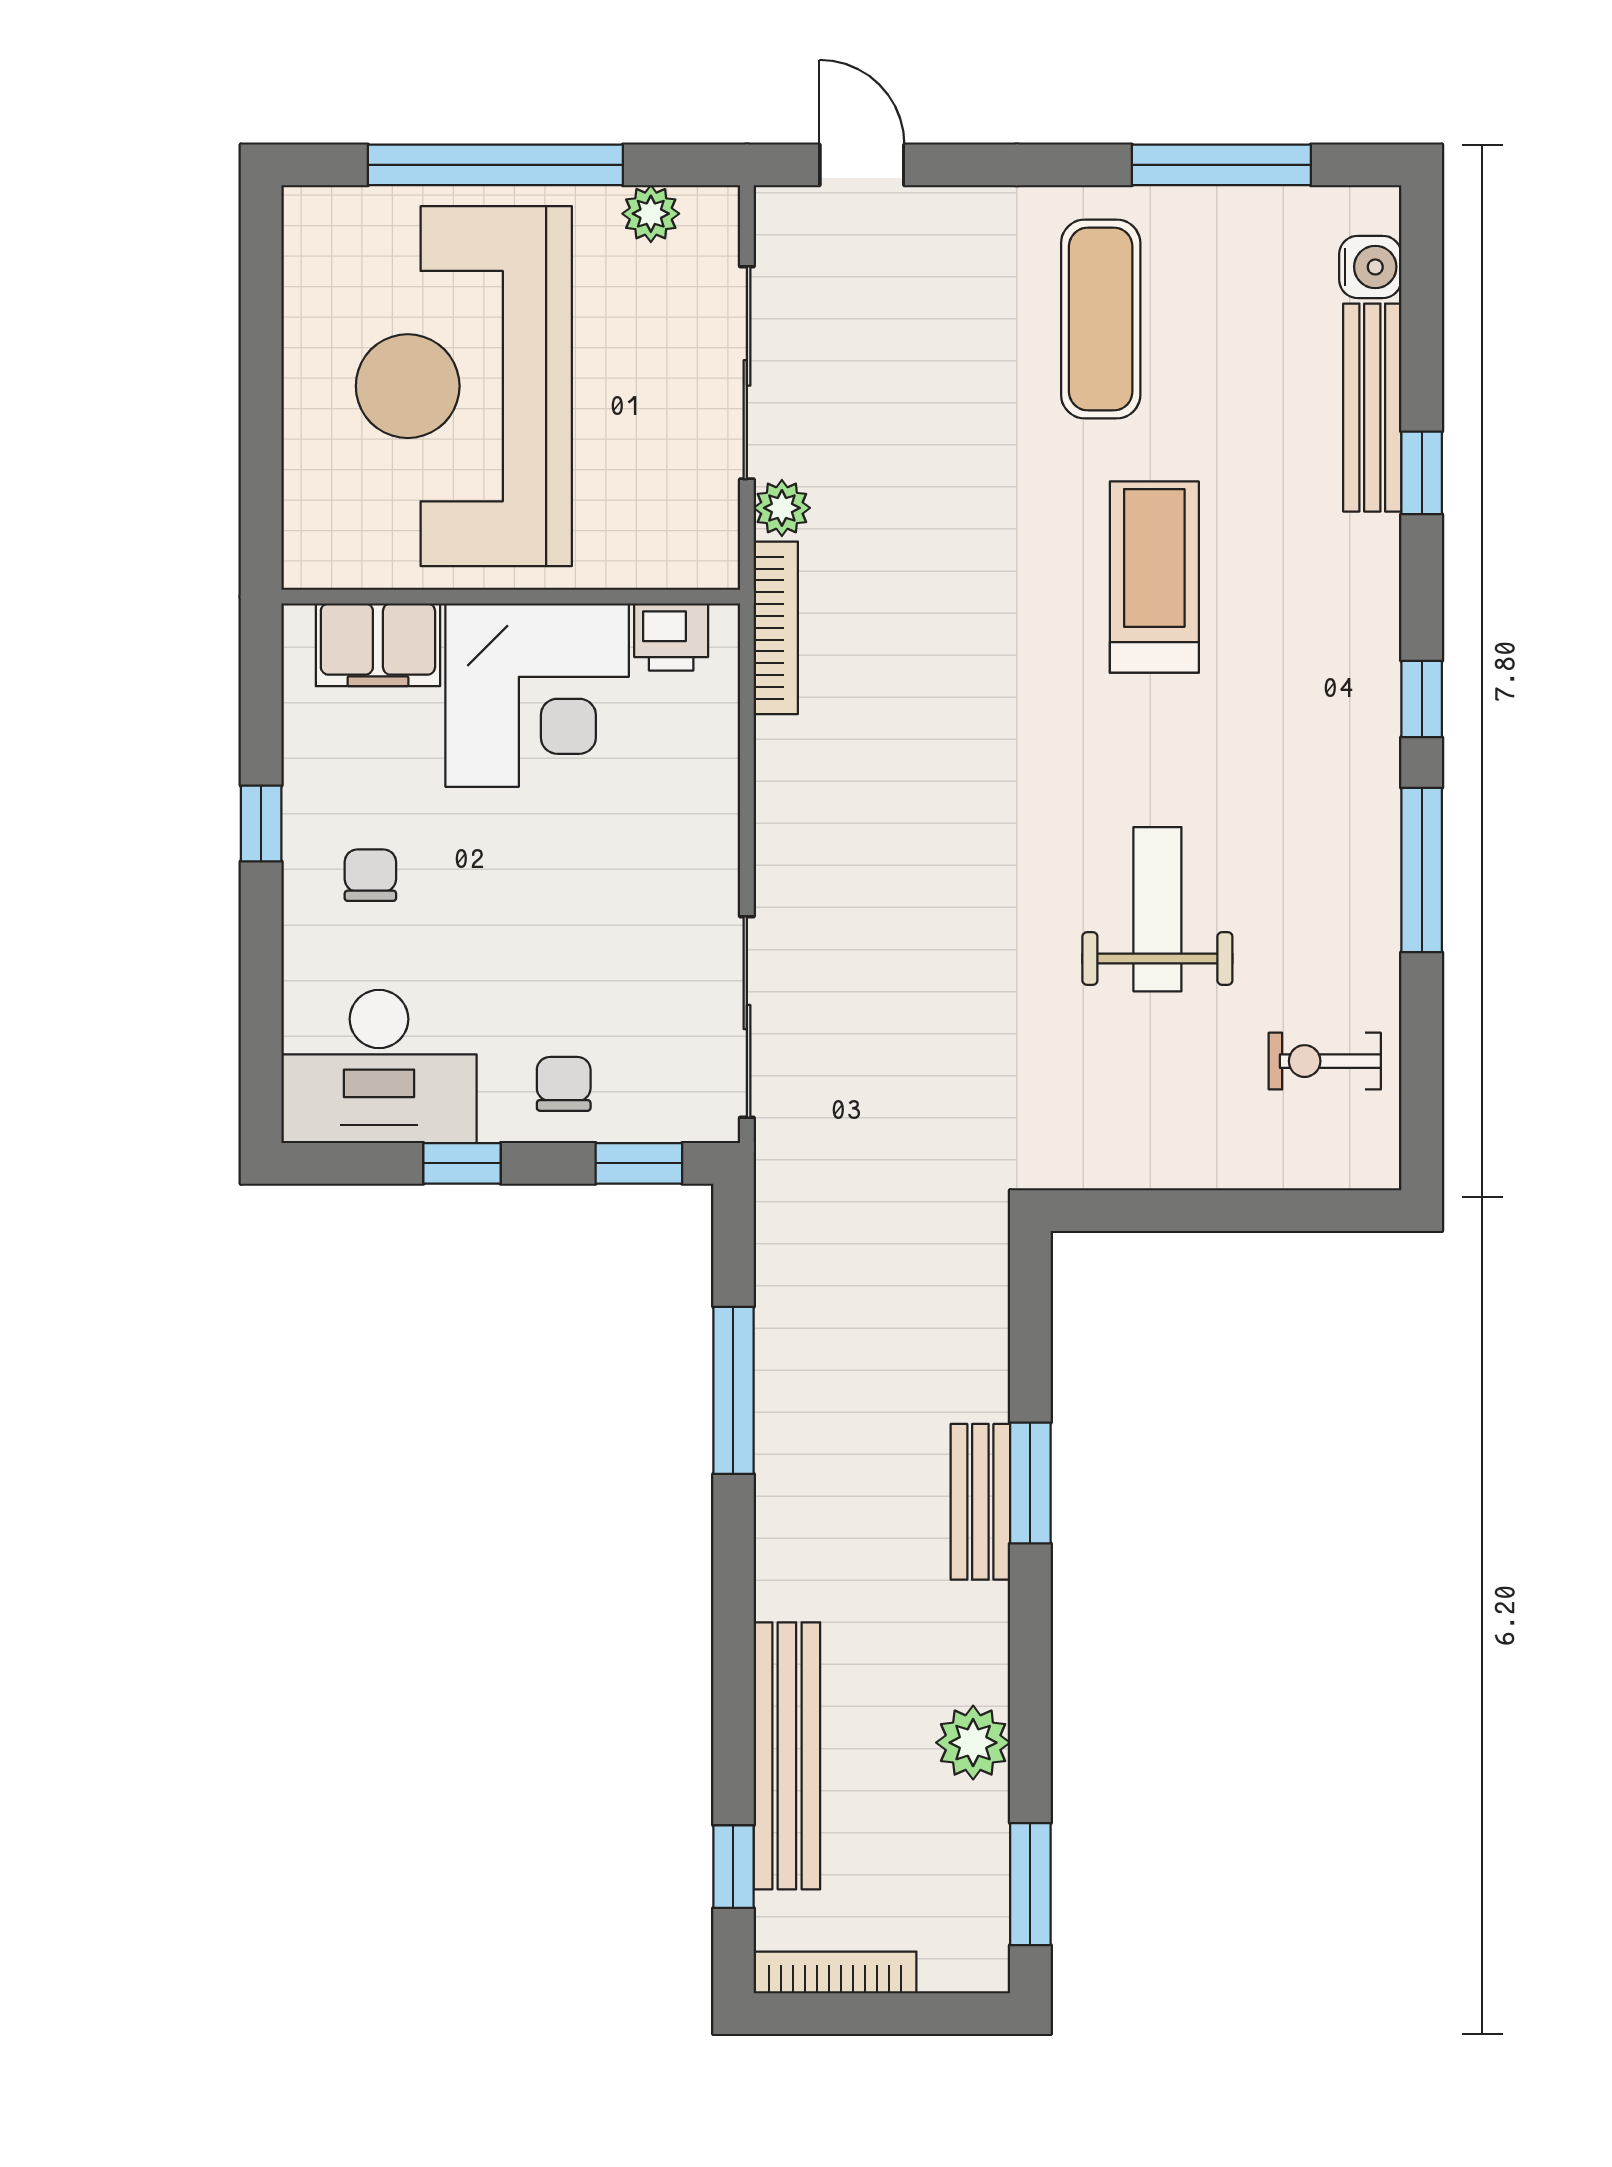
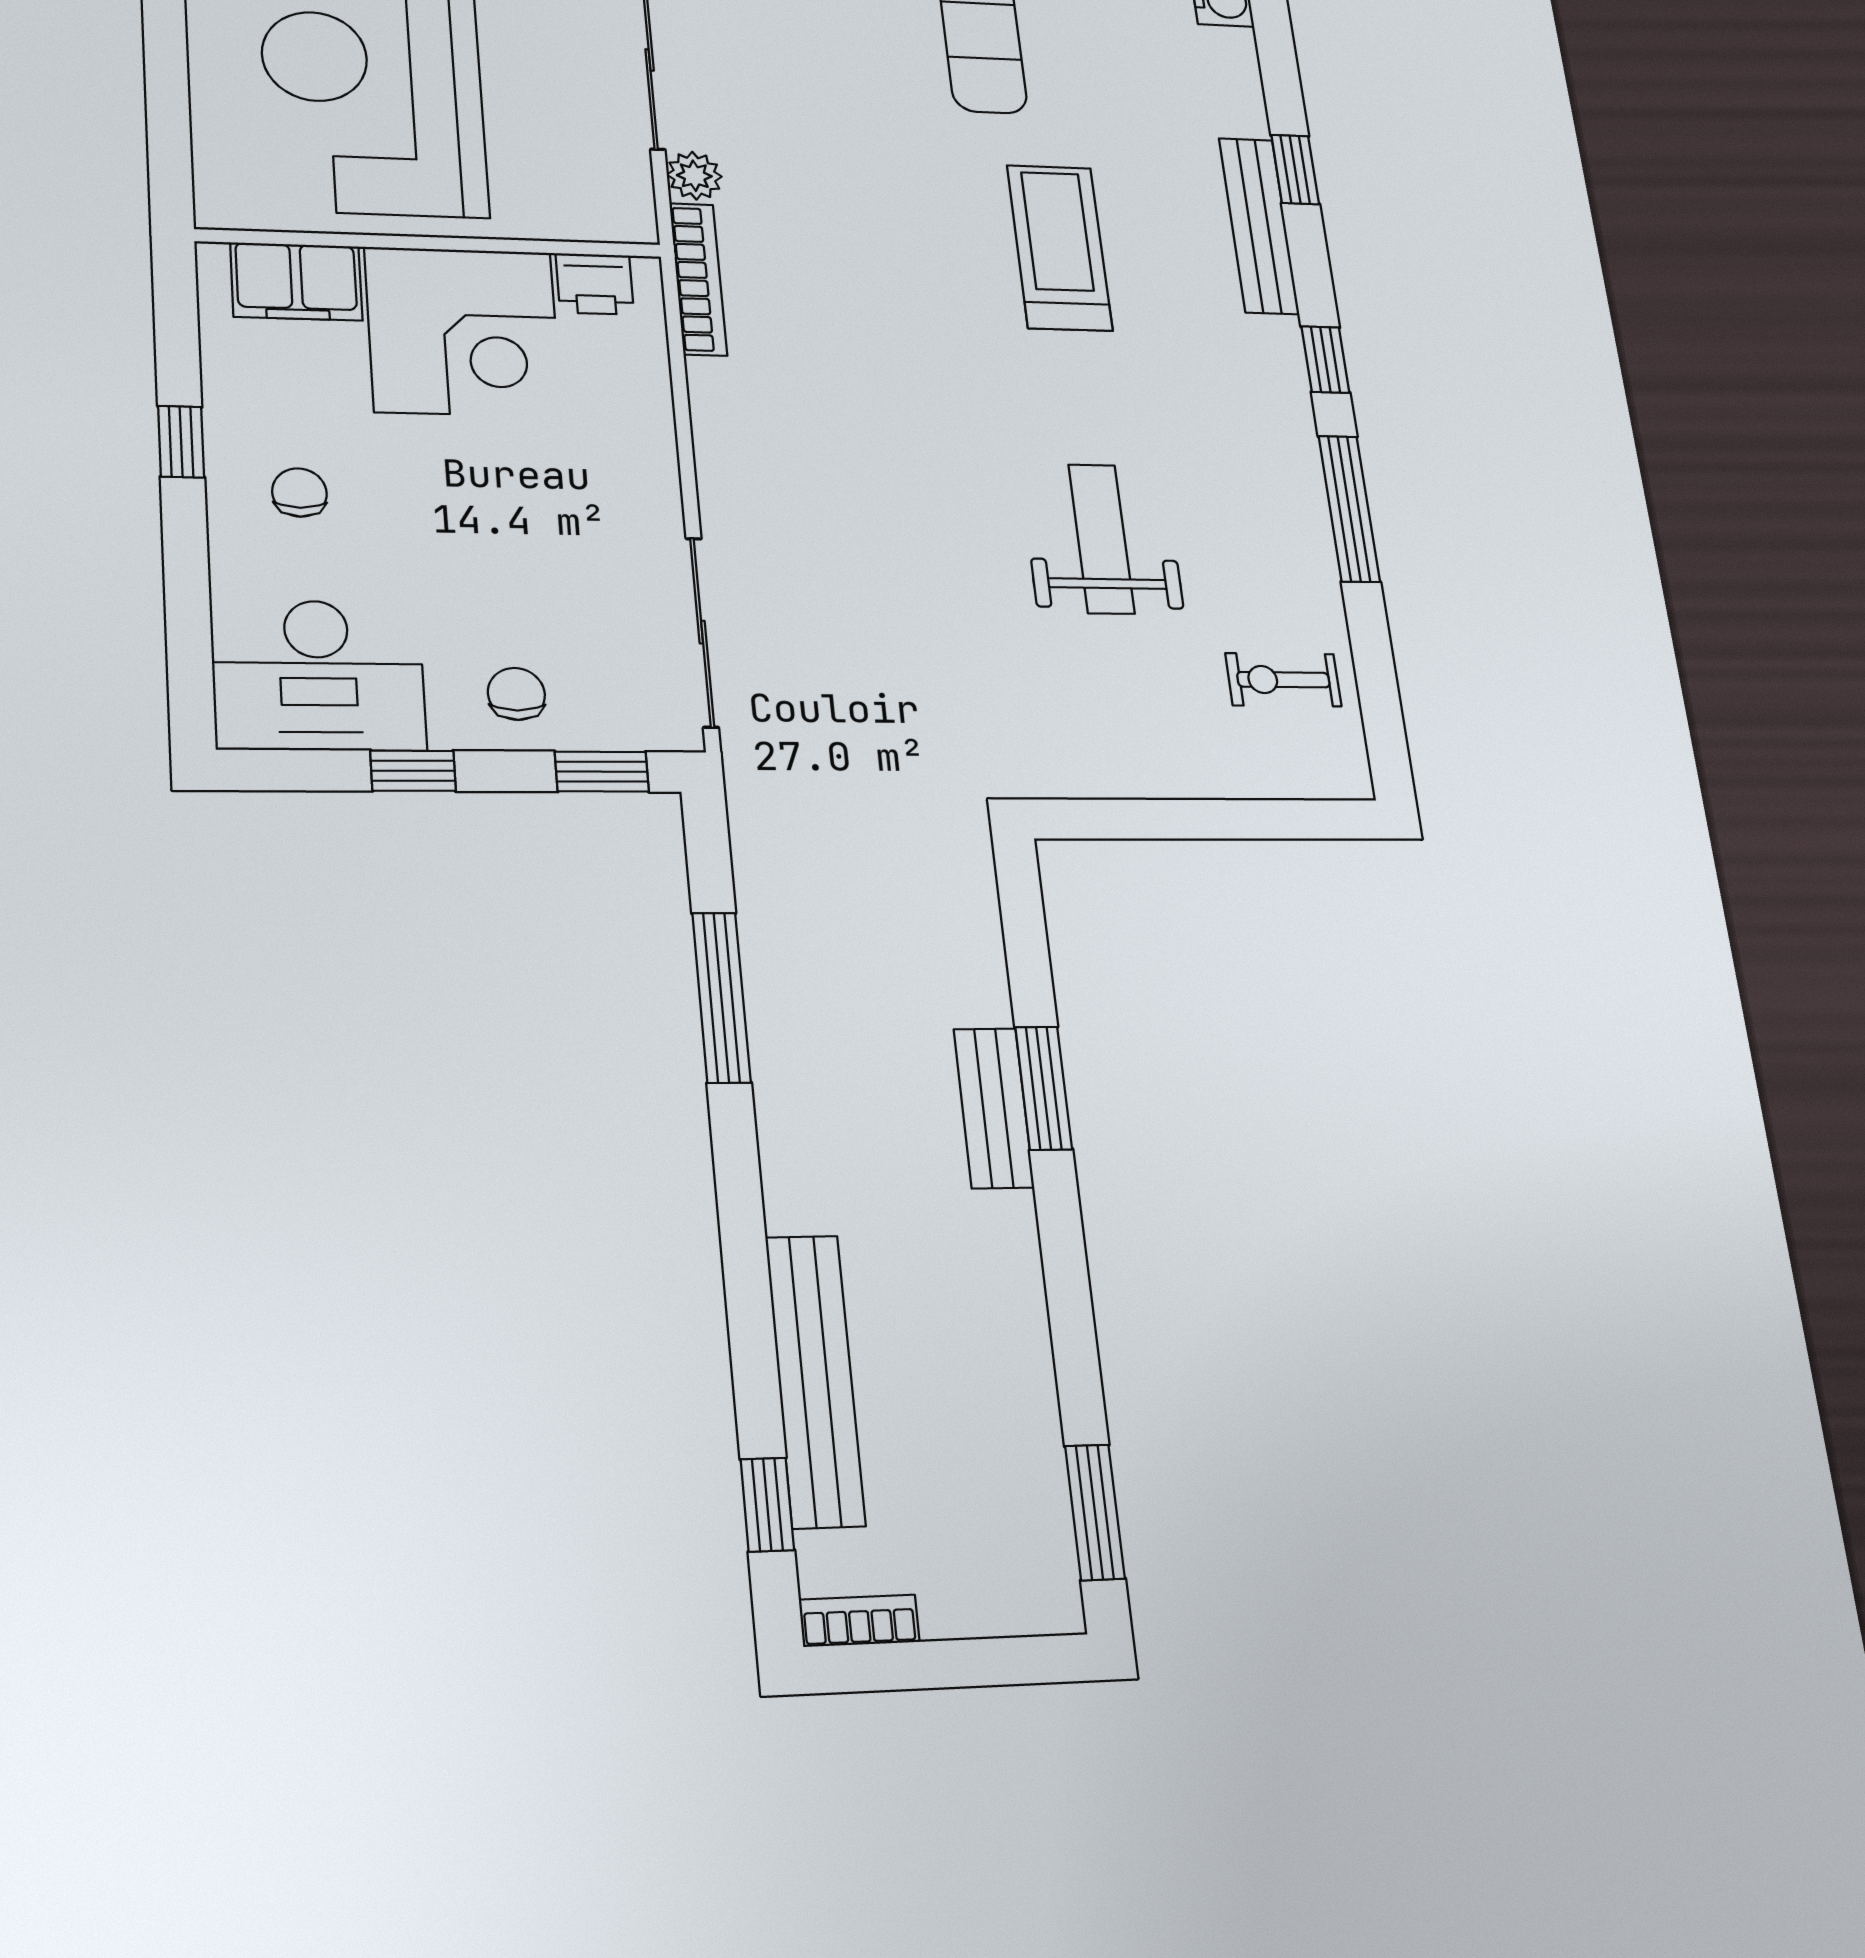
bench: (1372, 408) -> (1259, 226), moved
plant: (973, 1743) -> (1015, 1360), removed
bookcase: (835, 1972) -> (859, 1621), width x0.64

